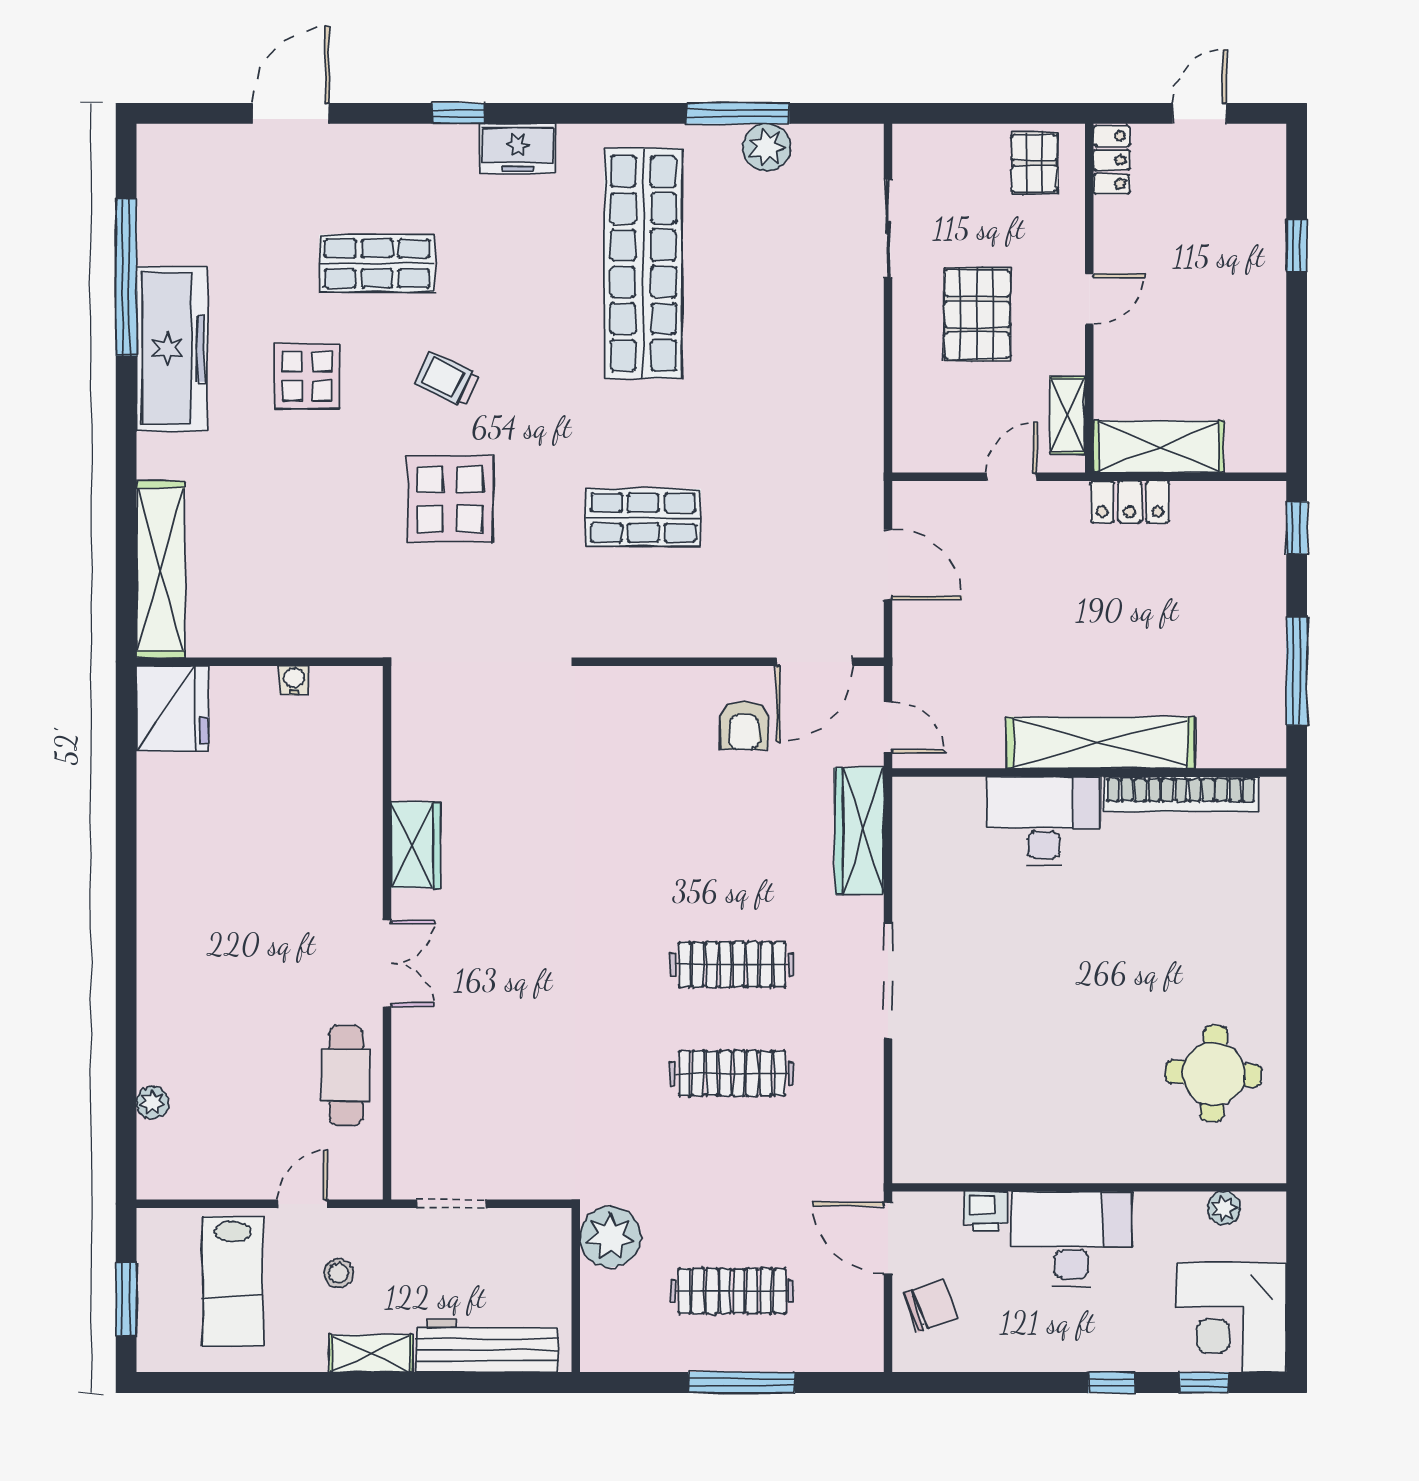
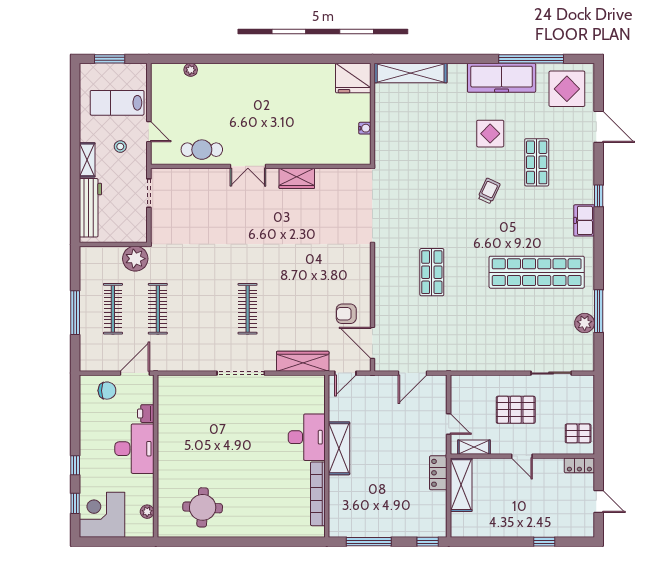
display table: (450, 499) -> (567, 89), moved
shelving: (1100, 743) -> (339, 448), width x0.68
clothes rail: (732, 1073) -> (158, 309), moved
chair: (930, 1305) -> (107, 391), turned -70

